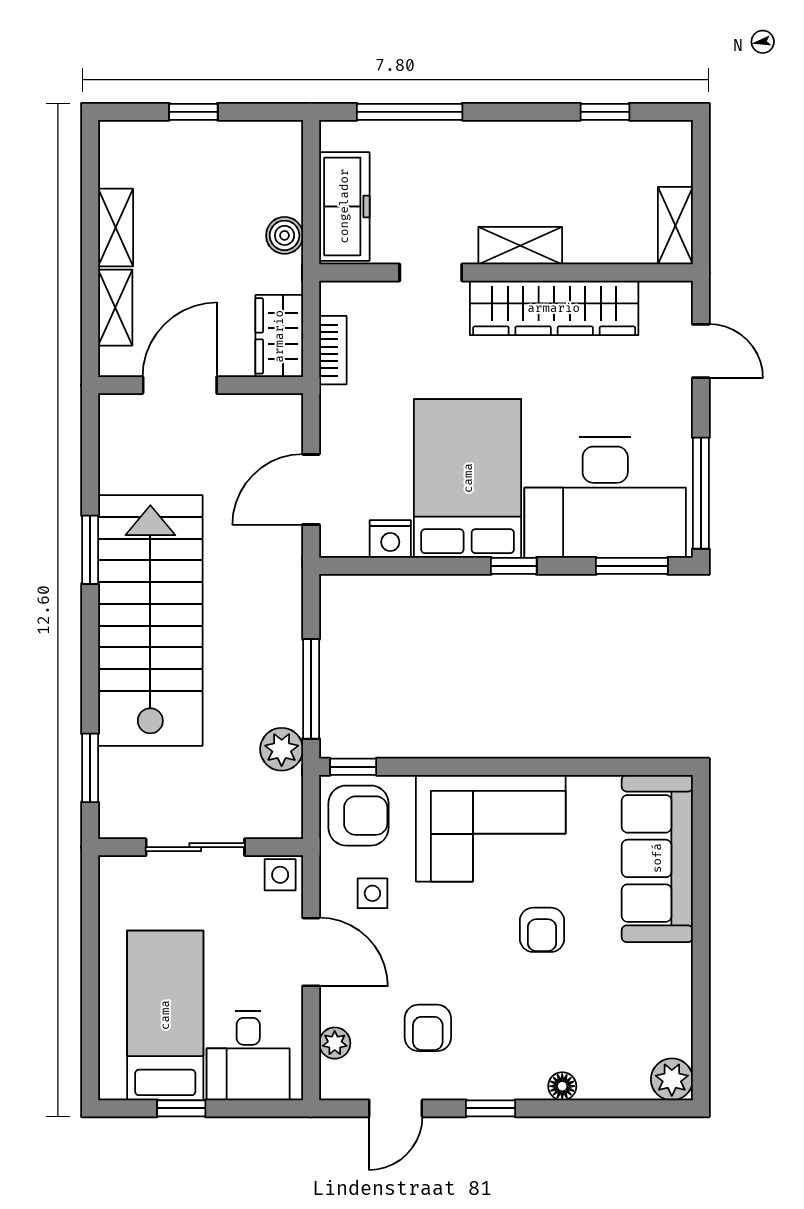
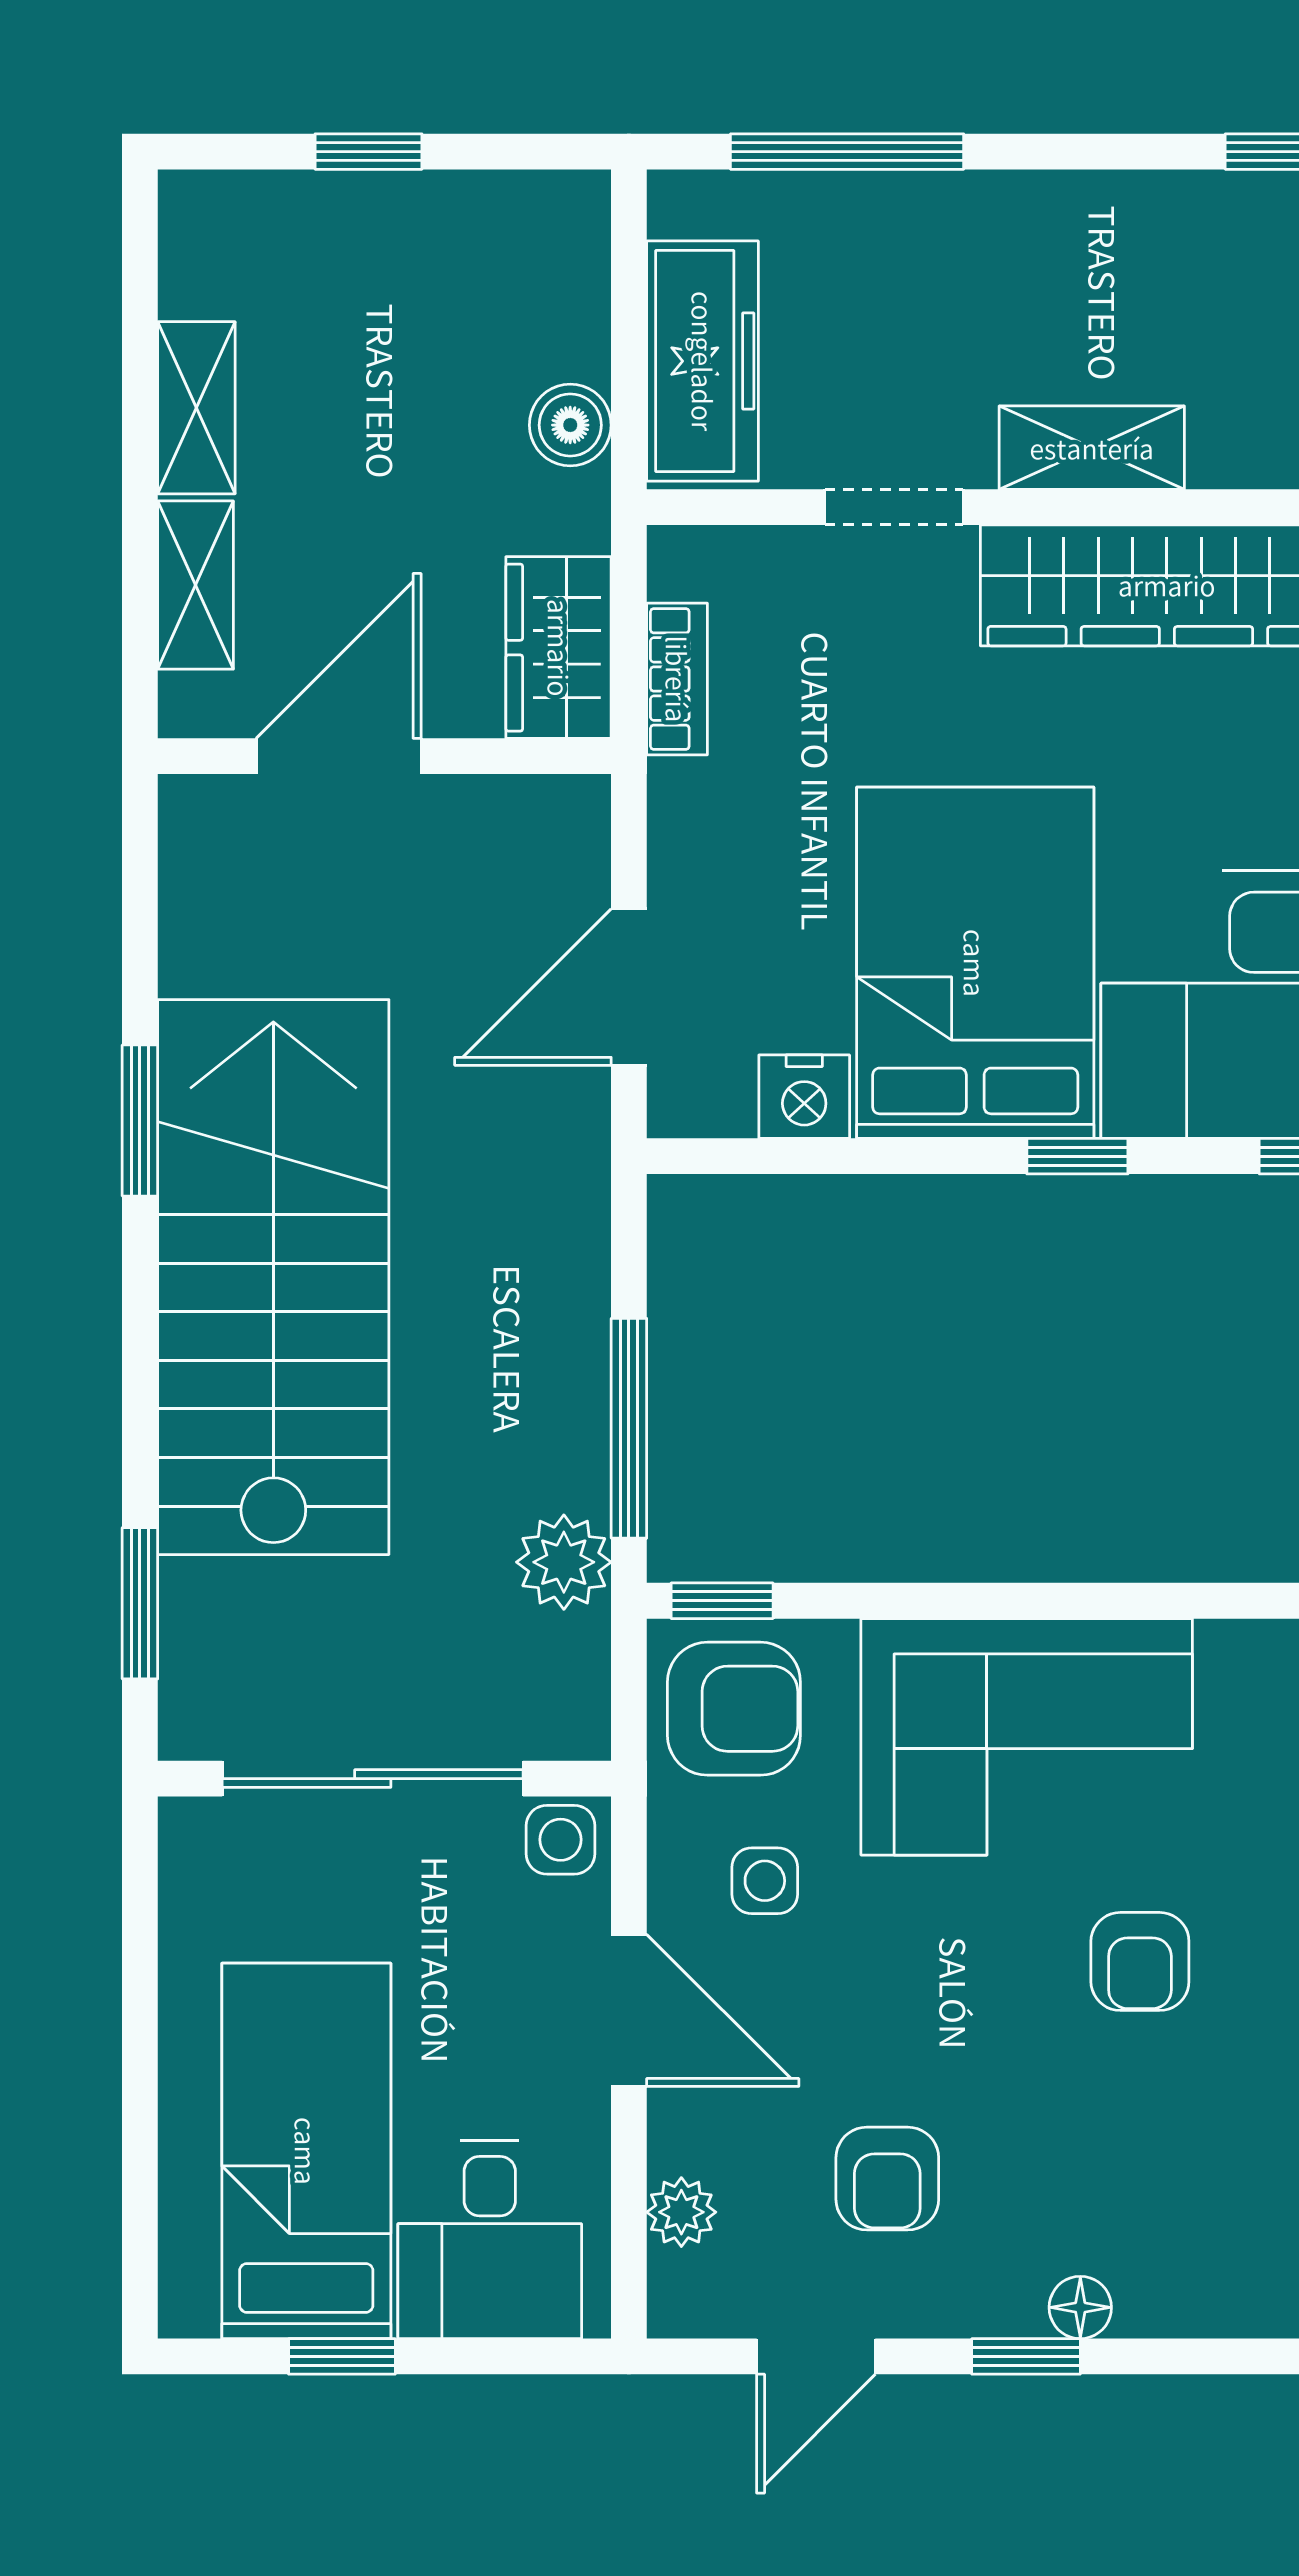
sliding door: (195, 847) -> (373, 1779), width x1.37
floor lamp: (562, 1086) -> (1080, 2307), moved

